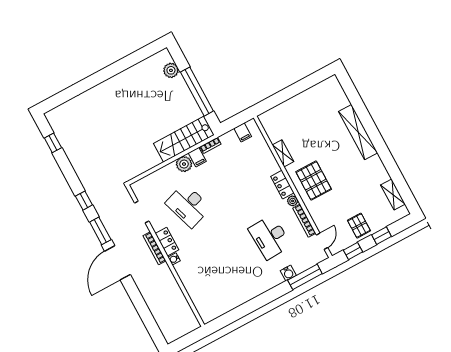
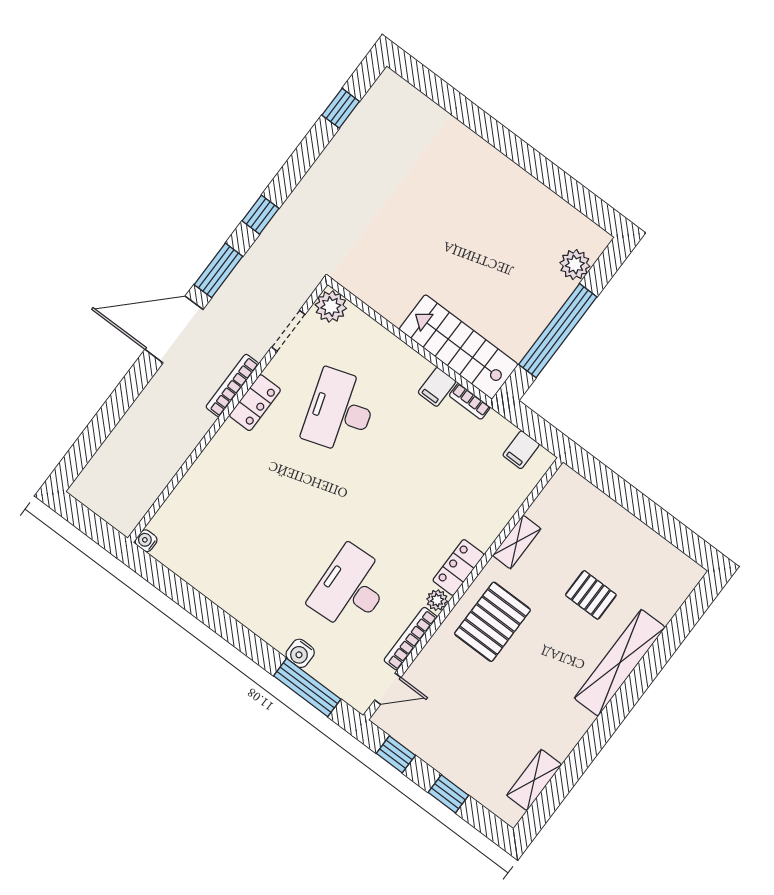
plant: (184, 164) -> (331, 306), moved
pallet: (359, 226) -> (591, 595), moved, turned 90
water cooler: (174, 259) -> (146, 541), moved

